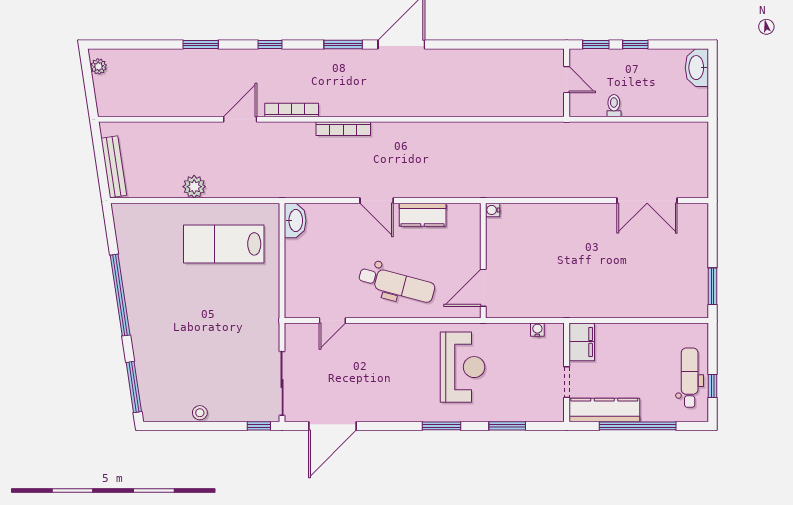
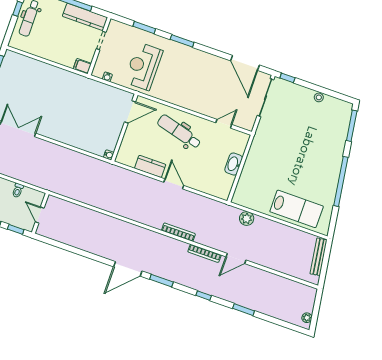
plant: (194, 187) -> (247, 219), moved
washbasin: (295, 221) -> (234, 164), moved
lab bench: (224, 244) -> (297, 209), moved
filing cabinet: (582, 342) -> (82, 66), width x0.50
reception desk: (463, 367) -> (143, 66), moved
door: (332, 426) -> (245, 63), swing flipped

